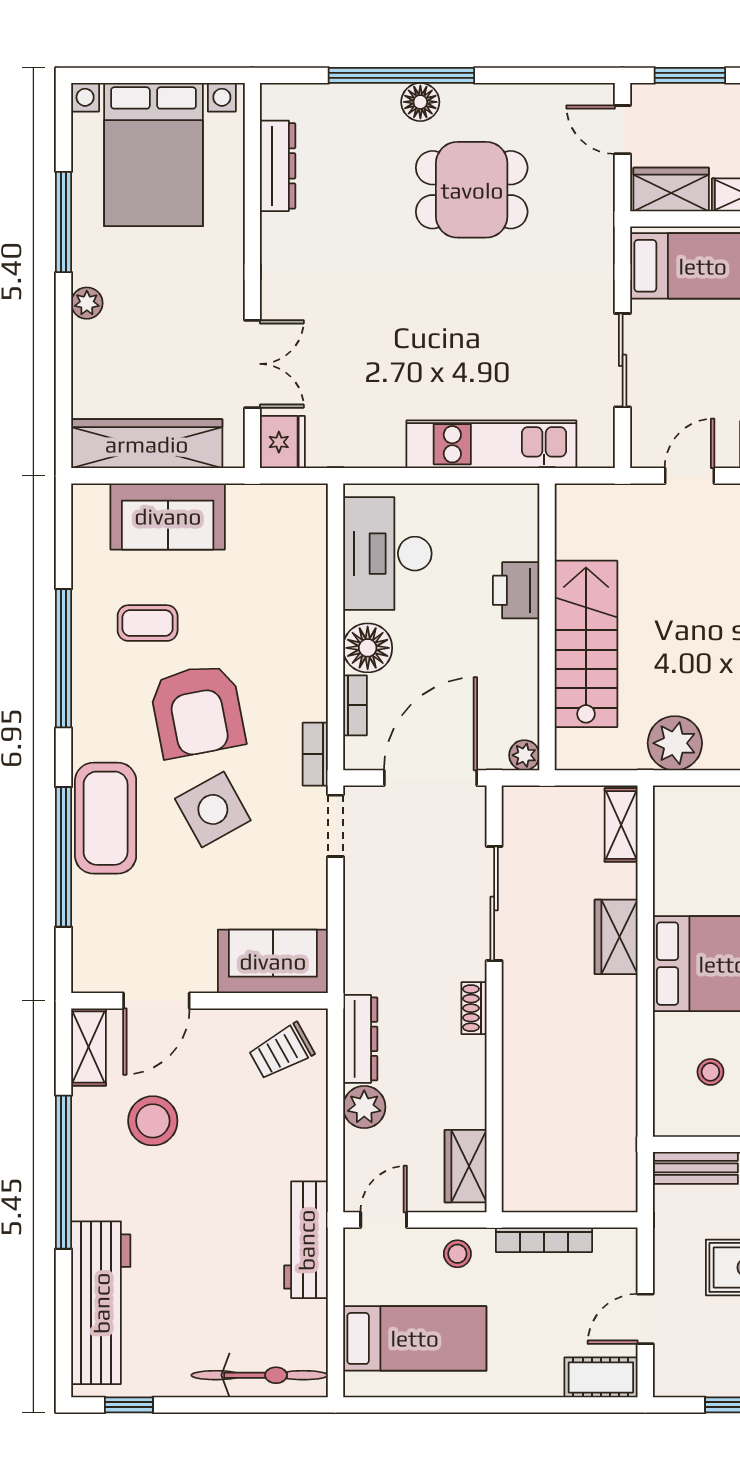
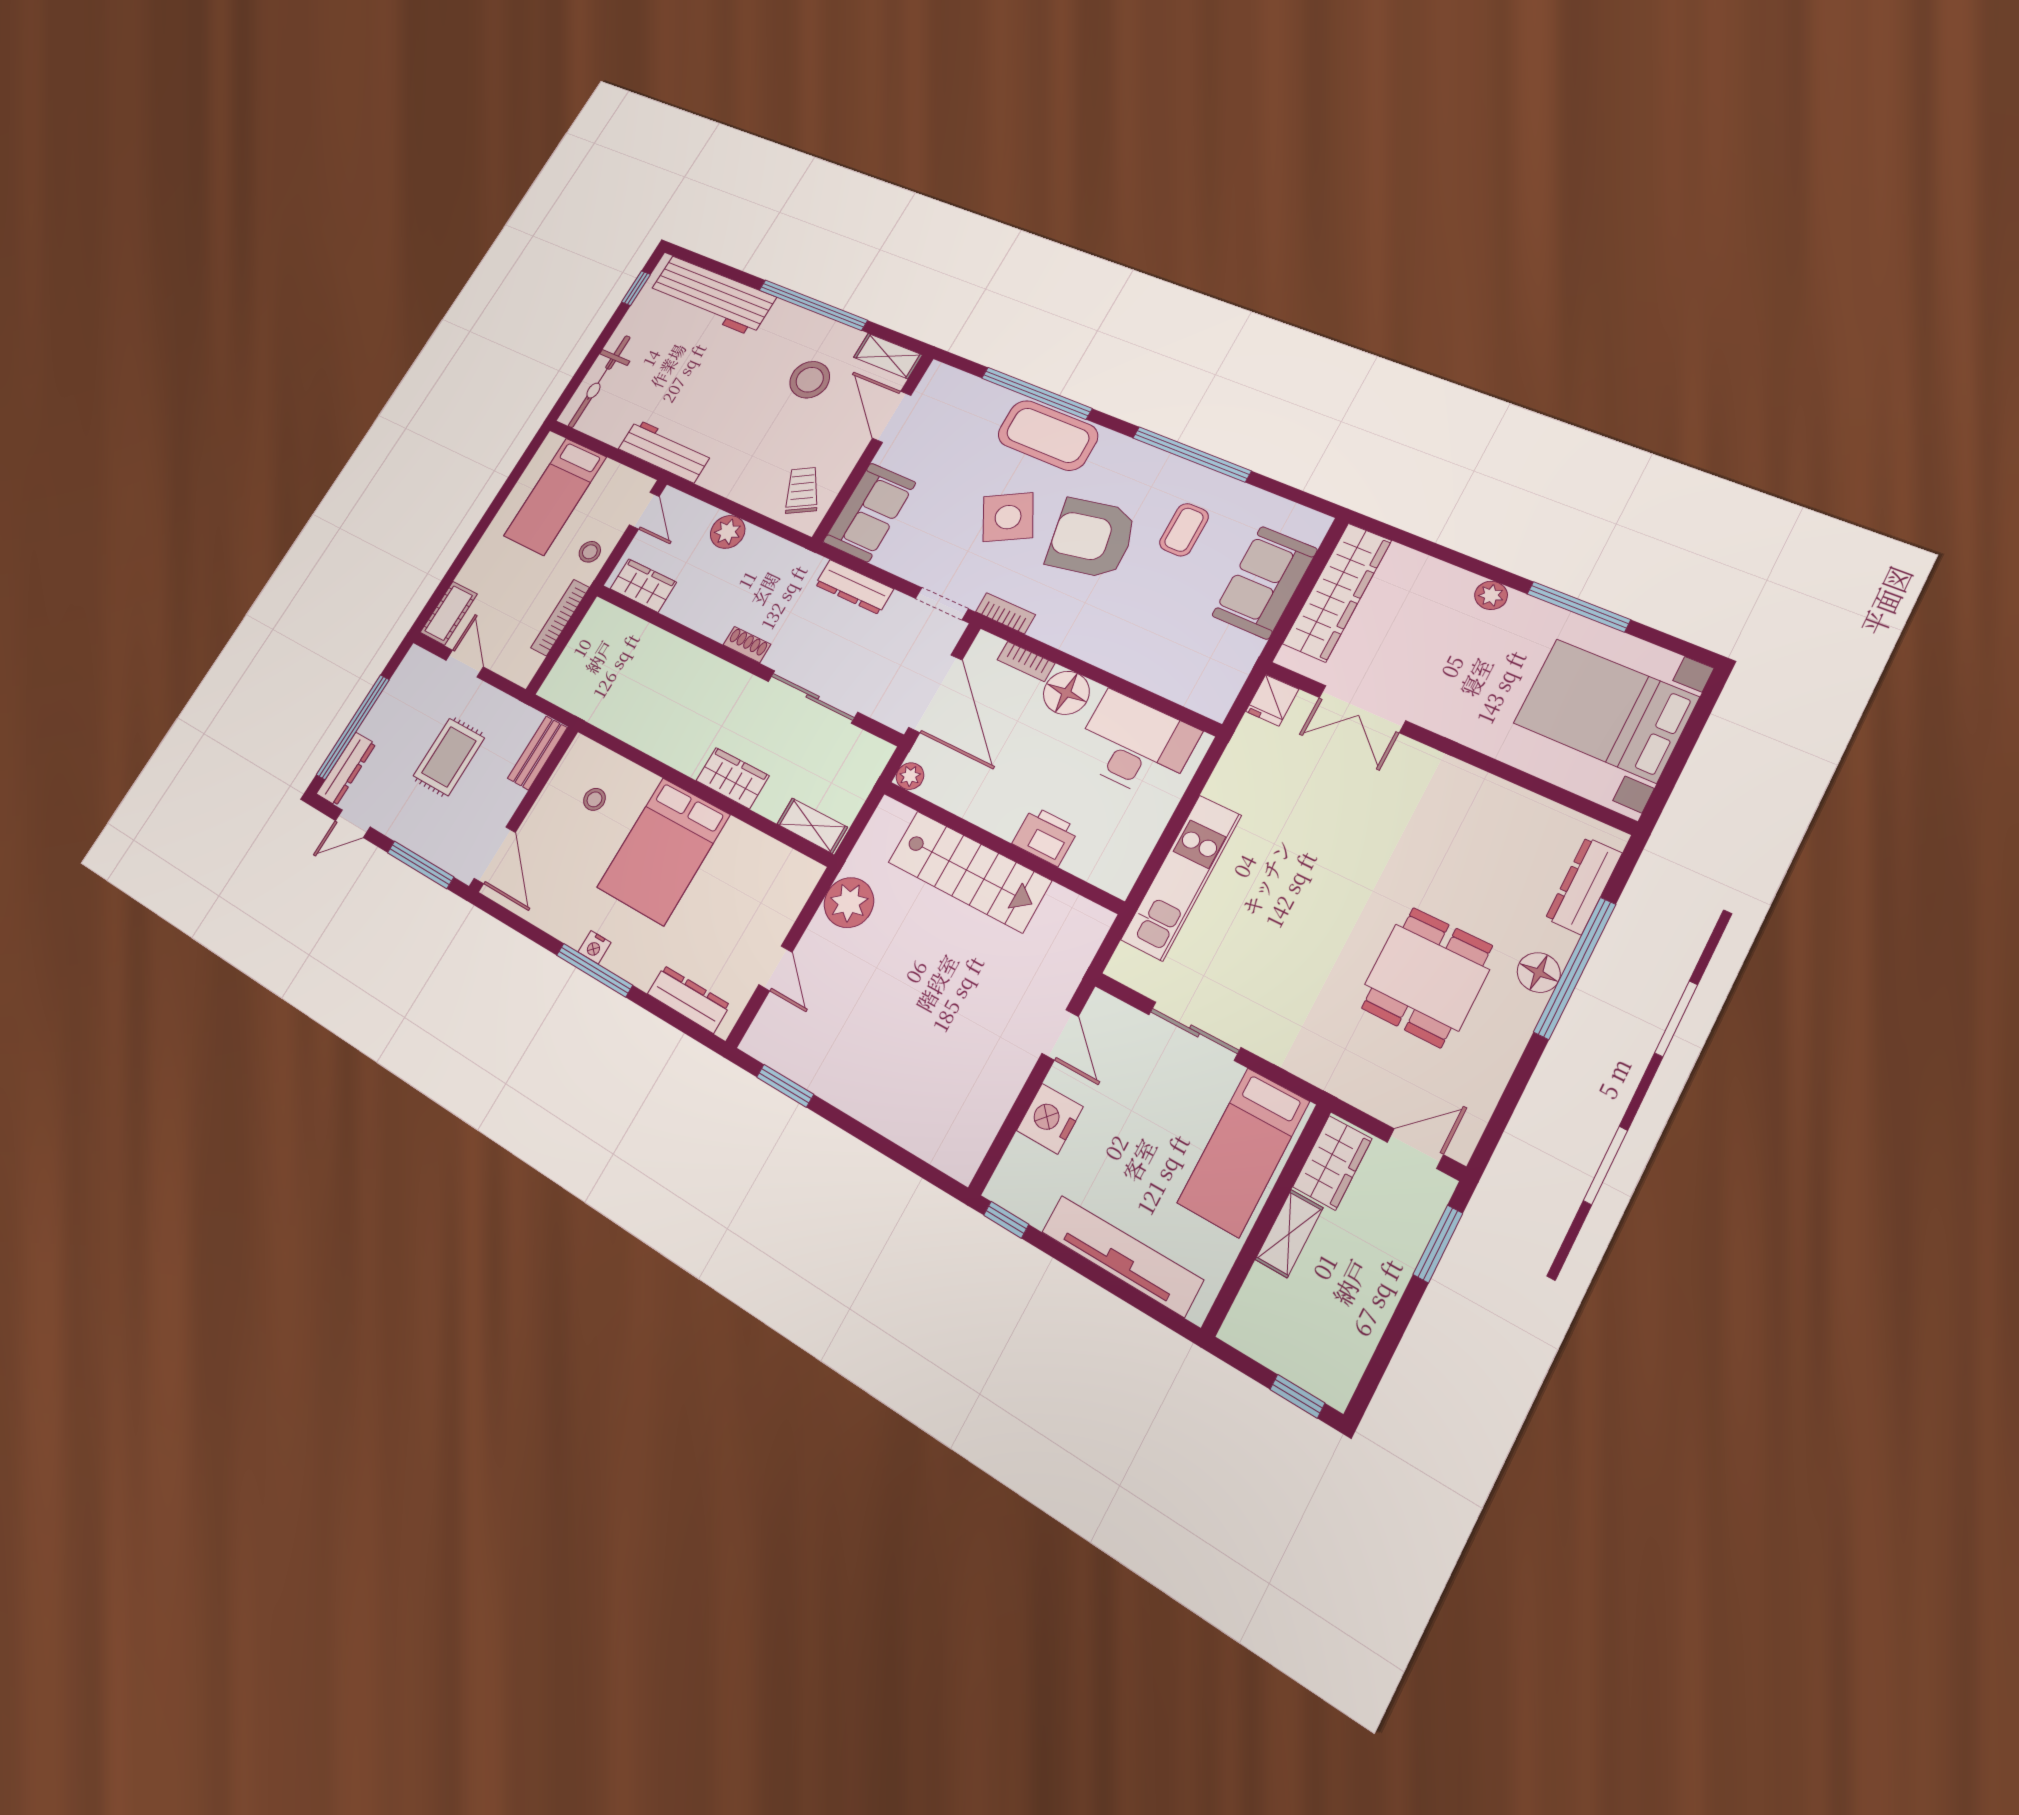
dresser: (278, 166) -> (1584, 886), moved, turned 90
fridge: (282, 442) -> (1272, 700), width x0.72
dresser: (360, 1039) -> (854, 587), moved

